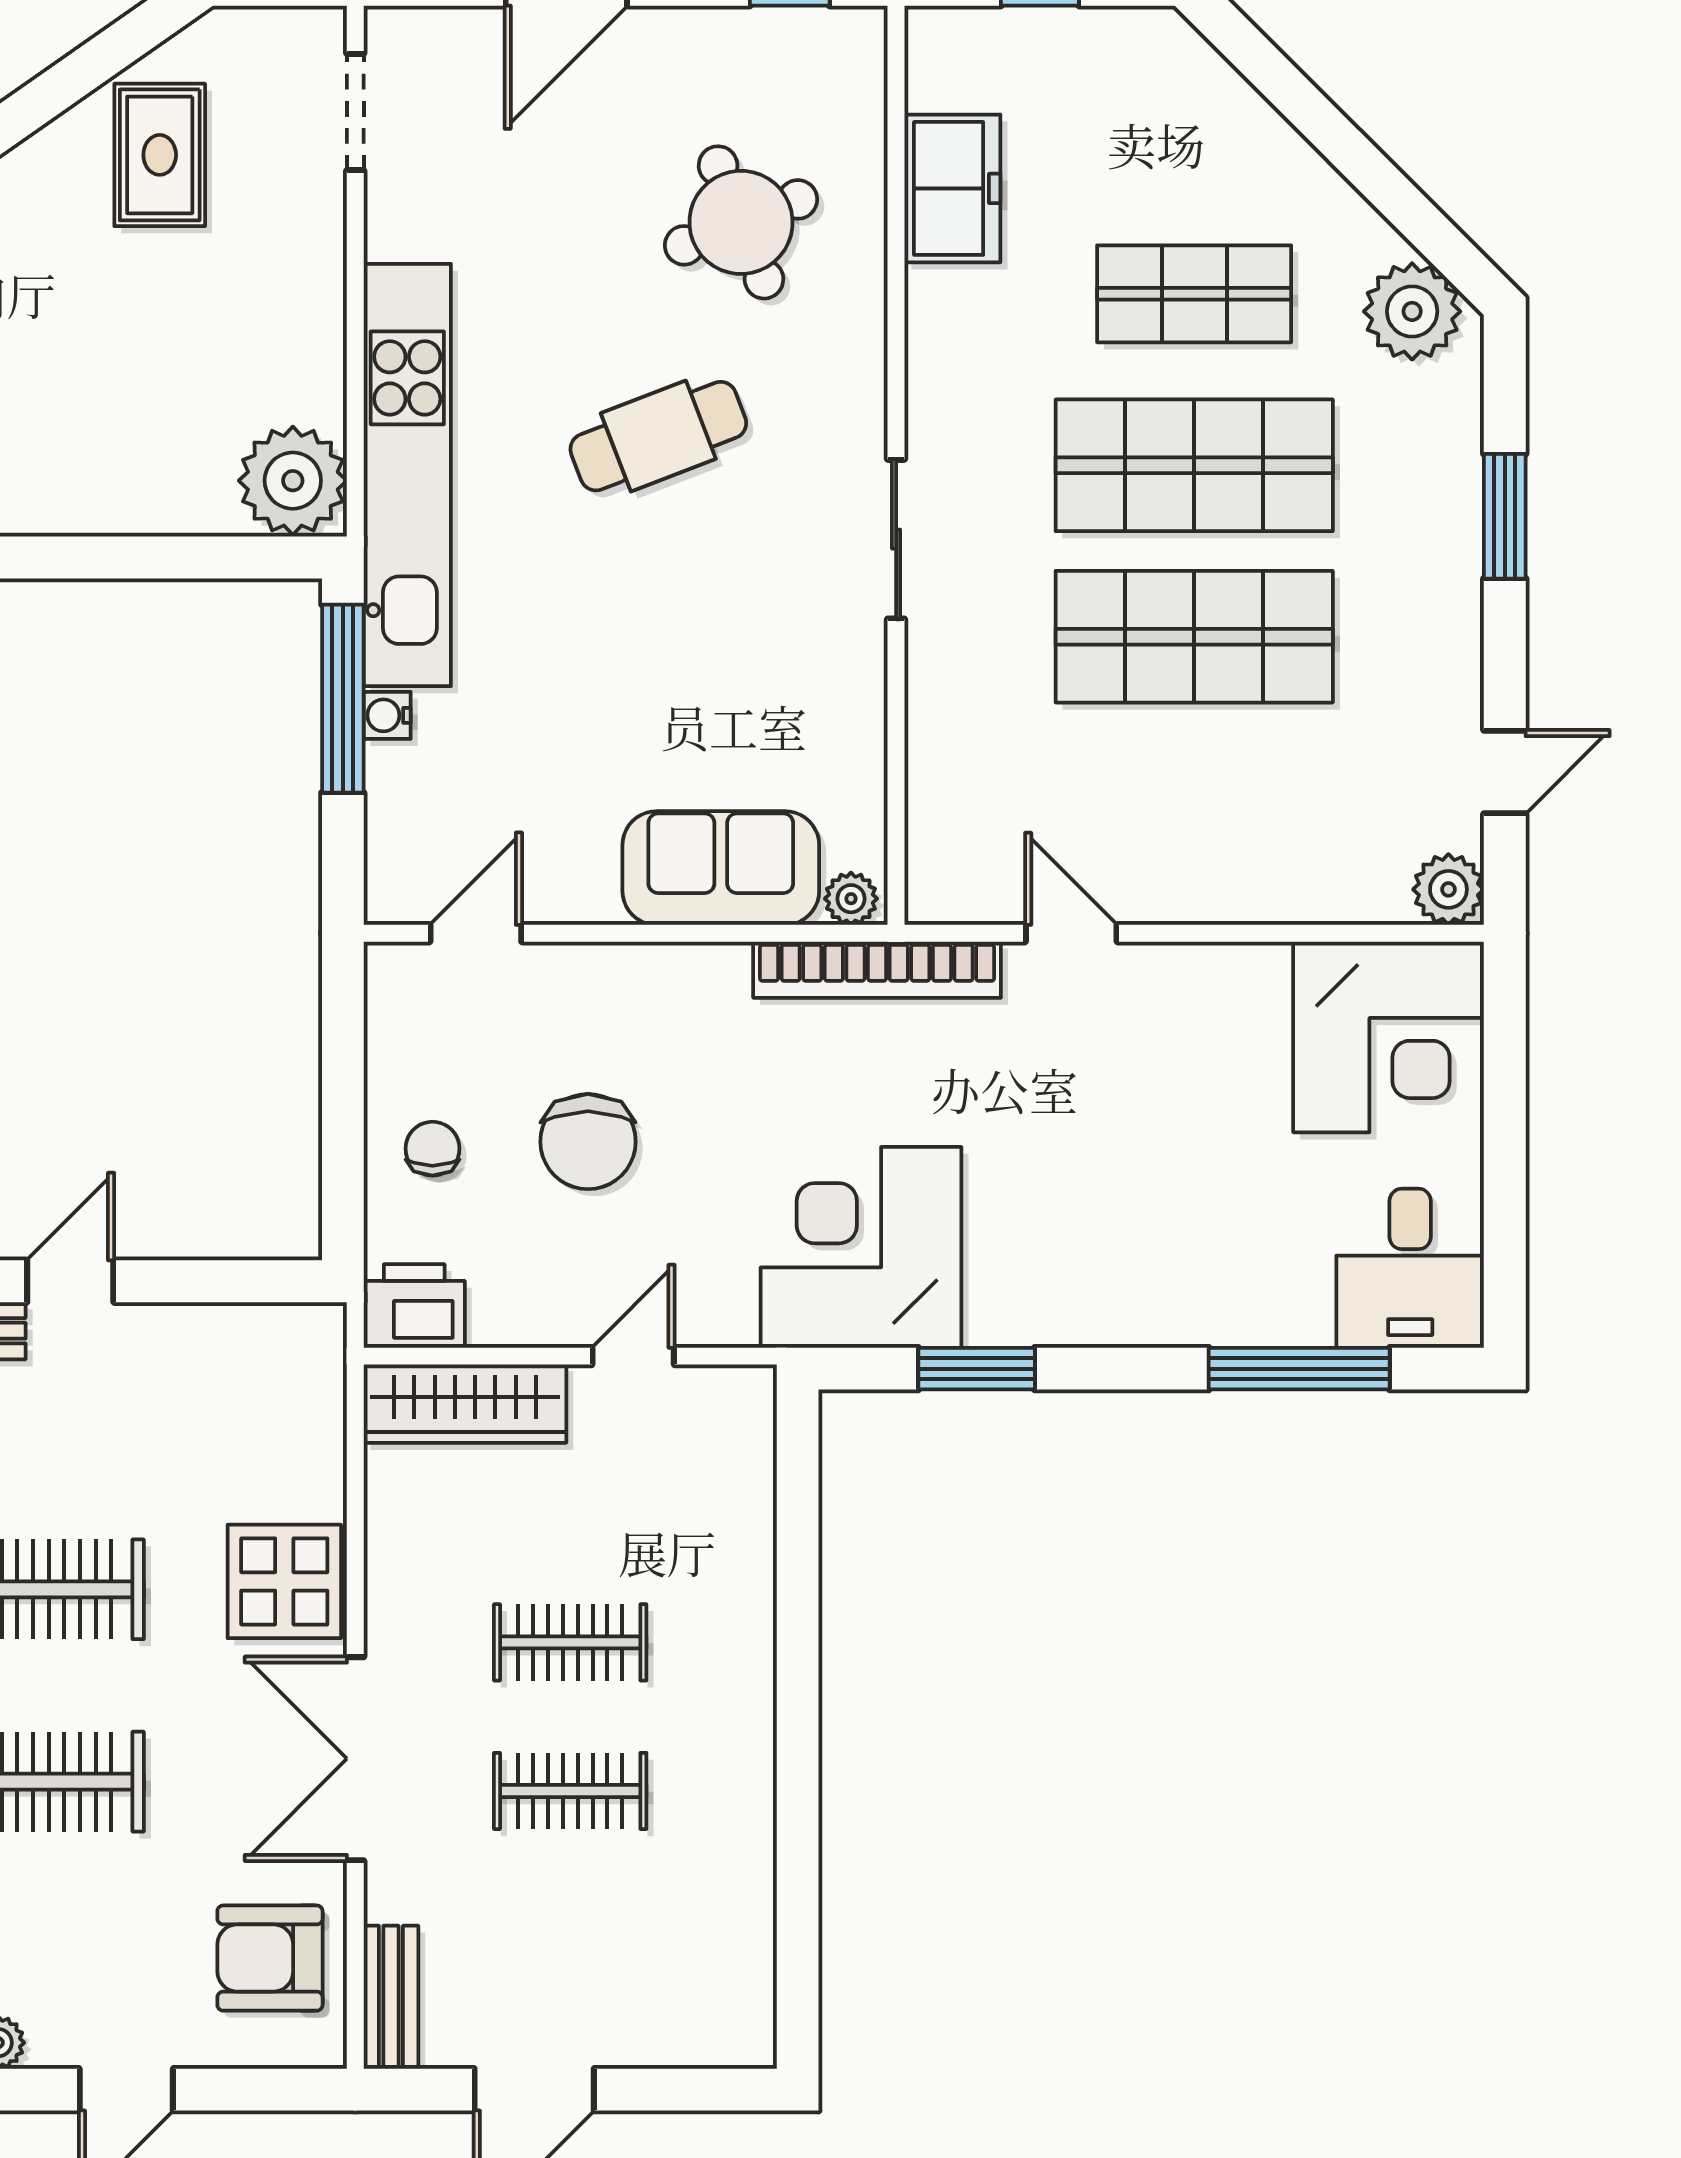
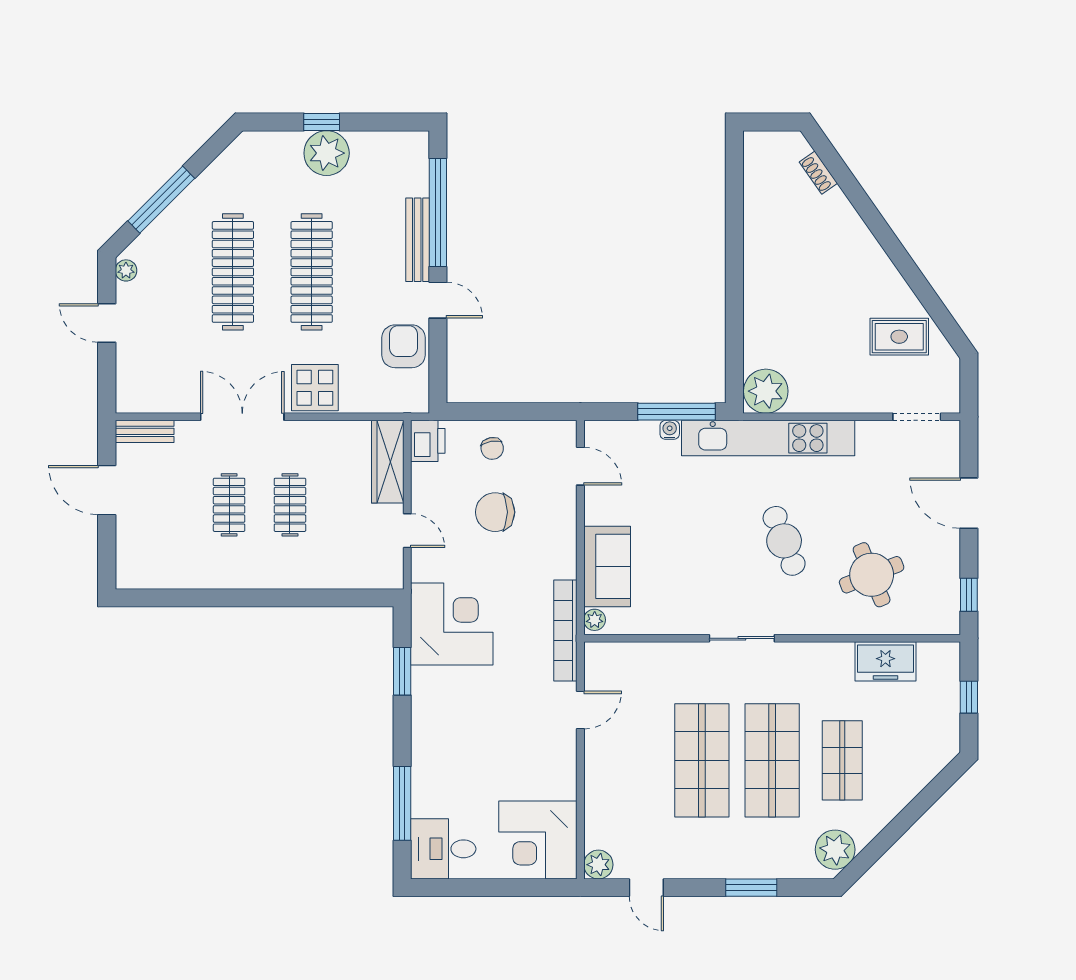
chair: (432, 1149) -> (492, 448), turned 79
armchair: (270, 1958) -> (403, 346), moved

